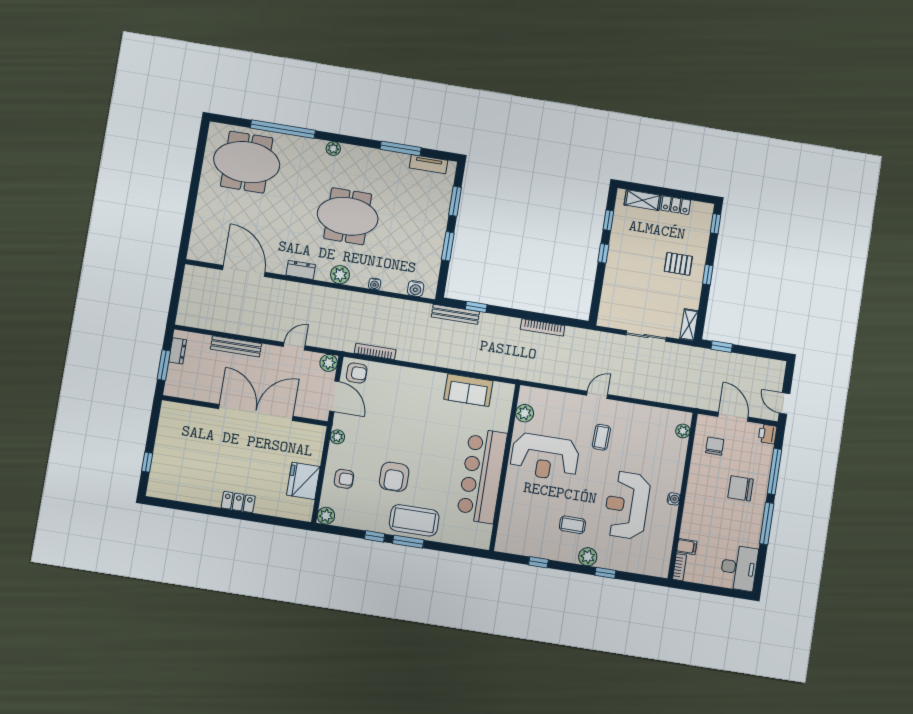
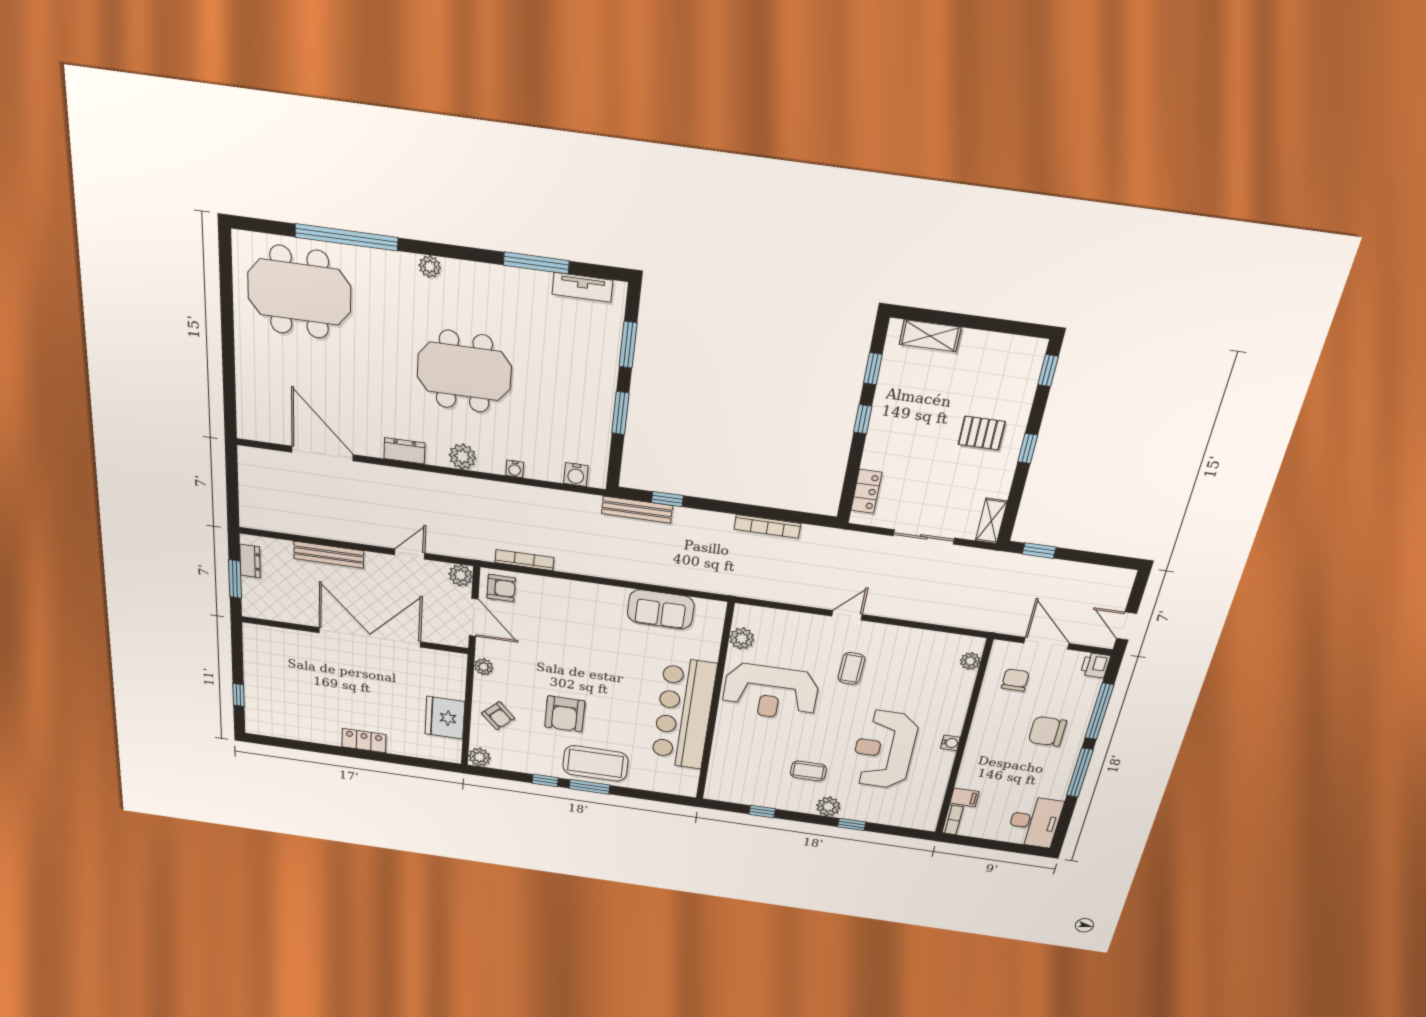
locker: (676, 205) -> (866, 491), moved, turned -90
armchair: (344, 479) -> (498, 716), turned 46

